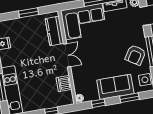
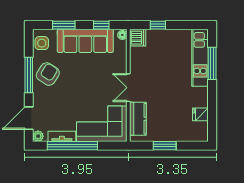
dishwasher: (64, 84) -> (138, 38), moved
sofa: (115, 87) -> (85, 41), width x1.36

